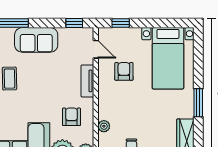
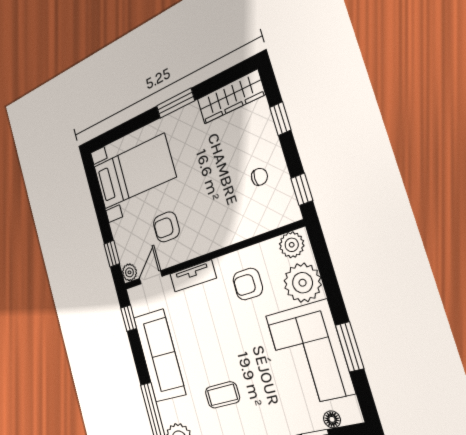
sofa: (36, 40) -> (160, 355), width x1.36
plant: (104, 126) -> (129, 272), moved

